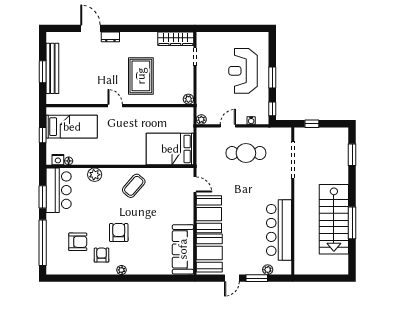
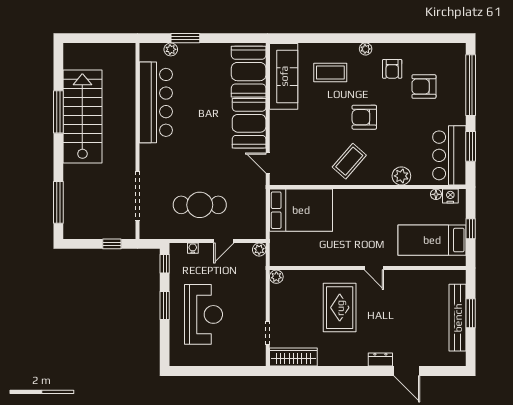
window: (352, 155) -> (58, 202), width x1.44
armchair: (119, 233) -> (364, 117), moved, turned 90
coffee table: (148, 252) -> (330, 73), added
door: (232, 278) -> (218, 38), removed

